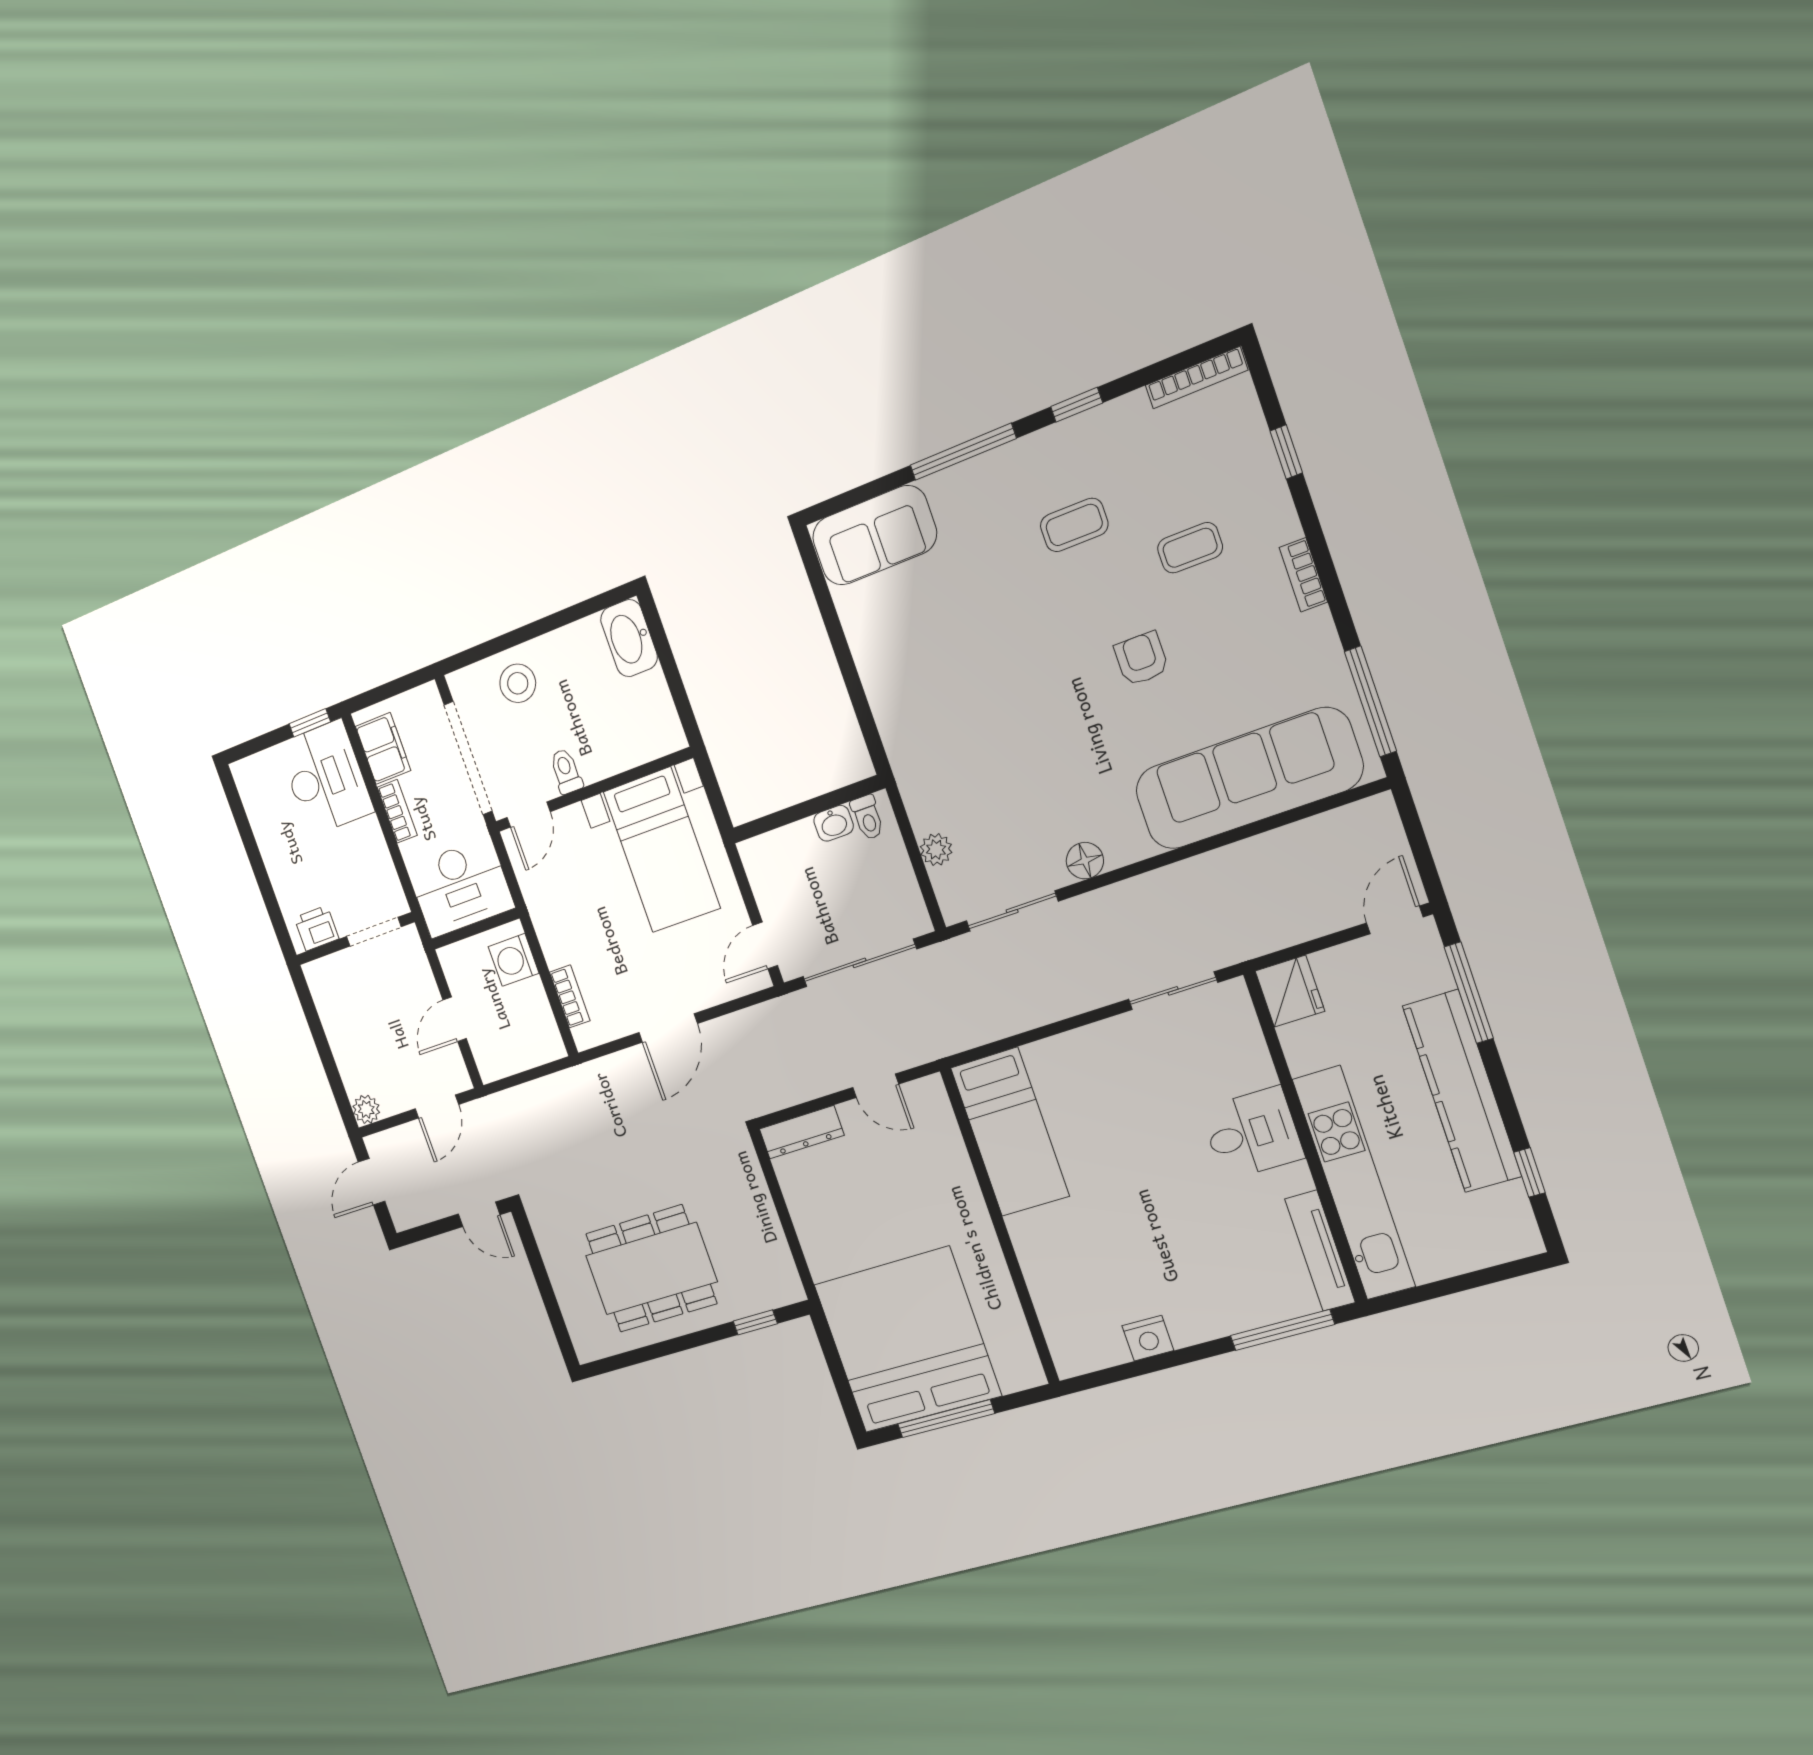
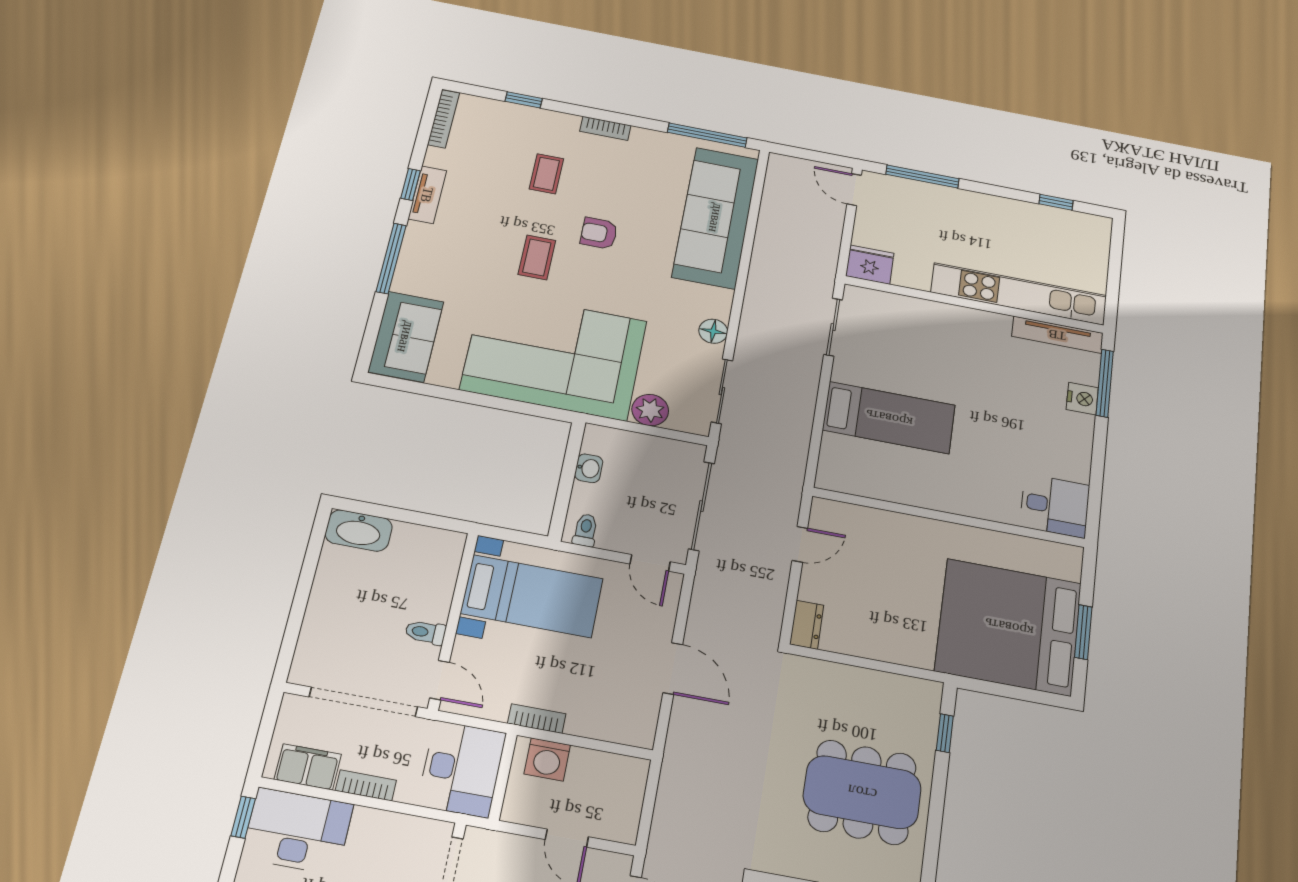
tv unit: (1074, 433) -> (427, 195), added
coffee table: (1074, 525) -> (537, 257), moved
stool: (518, 683) -> (333, 630), removed
corner sofa: (947, 706) -> (554, 355), added
toilet: (867, 817) -> (585, 530), moved, turned -90
plant: (936, 850) -> (650, 410), width x1.38, depth x1.38
bookcase: (570, 996) -> (537, 719), moved
kitchen counter: (1462, 1091) -> (985, 210), removed
dresser: (802, 1132) -> (807, 625), width x0.70
bed: (1010, 1132) -> (889, 418), moved
desk: (1252, 1133) -> (1055, 506), moved, turned 90
dining table: (651, 1269) -> (862, 792), turned 90
nightstand: (1148, 1338) -> (1082, 399), moved
window: (946, 1419) -> (1083, 632), width x0.69

